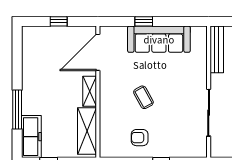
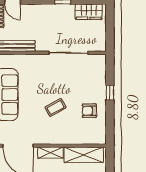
armchair: (140, 138) -> (89, 111), turned 90

